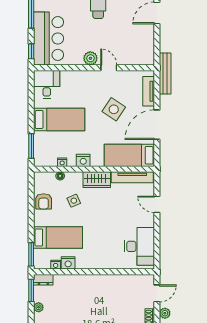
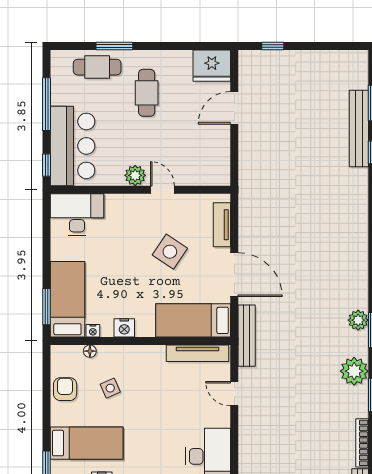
bench: (165, 74) -> (247, 336), moved
desk: (47, 84) -> (77, 214), width x1.37
bed: (59, 119) -> (67, 299), moved, turned -90
door: (157, 125) -> (234, 275), swing flipped
wardrobe: (97, 180) -> (144, 357), removed
armchair: (44, 201) -> (65, 389), turned 180

